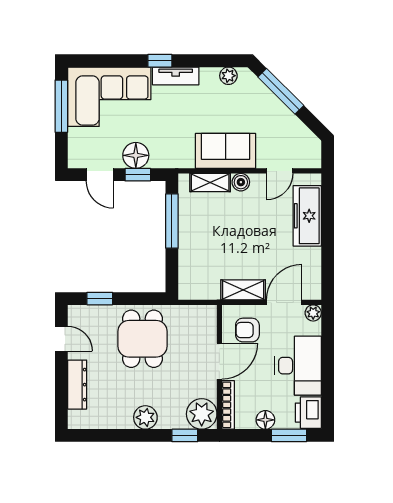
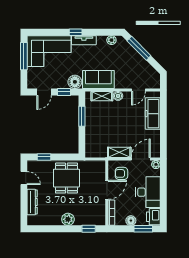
sofa: (226, 151) -> (98, 80), moved
floor lamp: (136, 155) -> (75, 82), moved
door: (100, 175) -> (44, 92), hinge flipped
window: (172, 221) -> (82, 116), width x0.69
plant: (202, 414) -> (97, 217), removed

